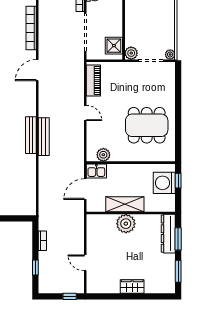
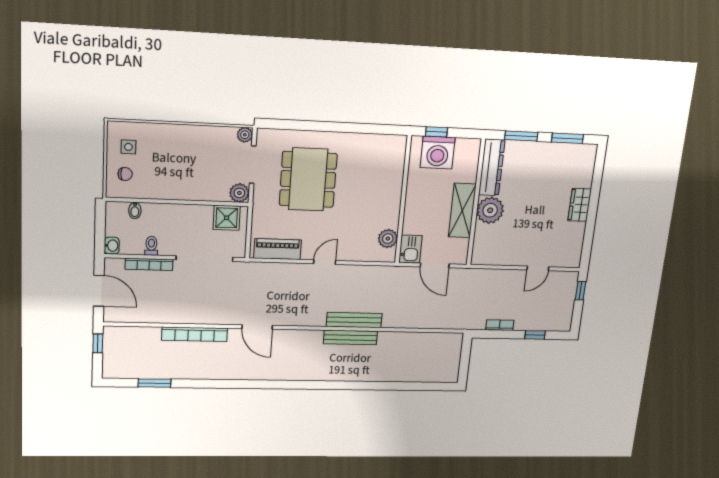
dining table: (147, 125) -> (308, 179), moved
dresser: (168, 234) -> (492, 168), moved, turned -90

